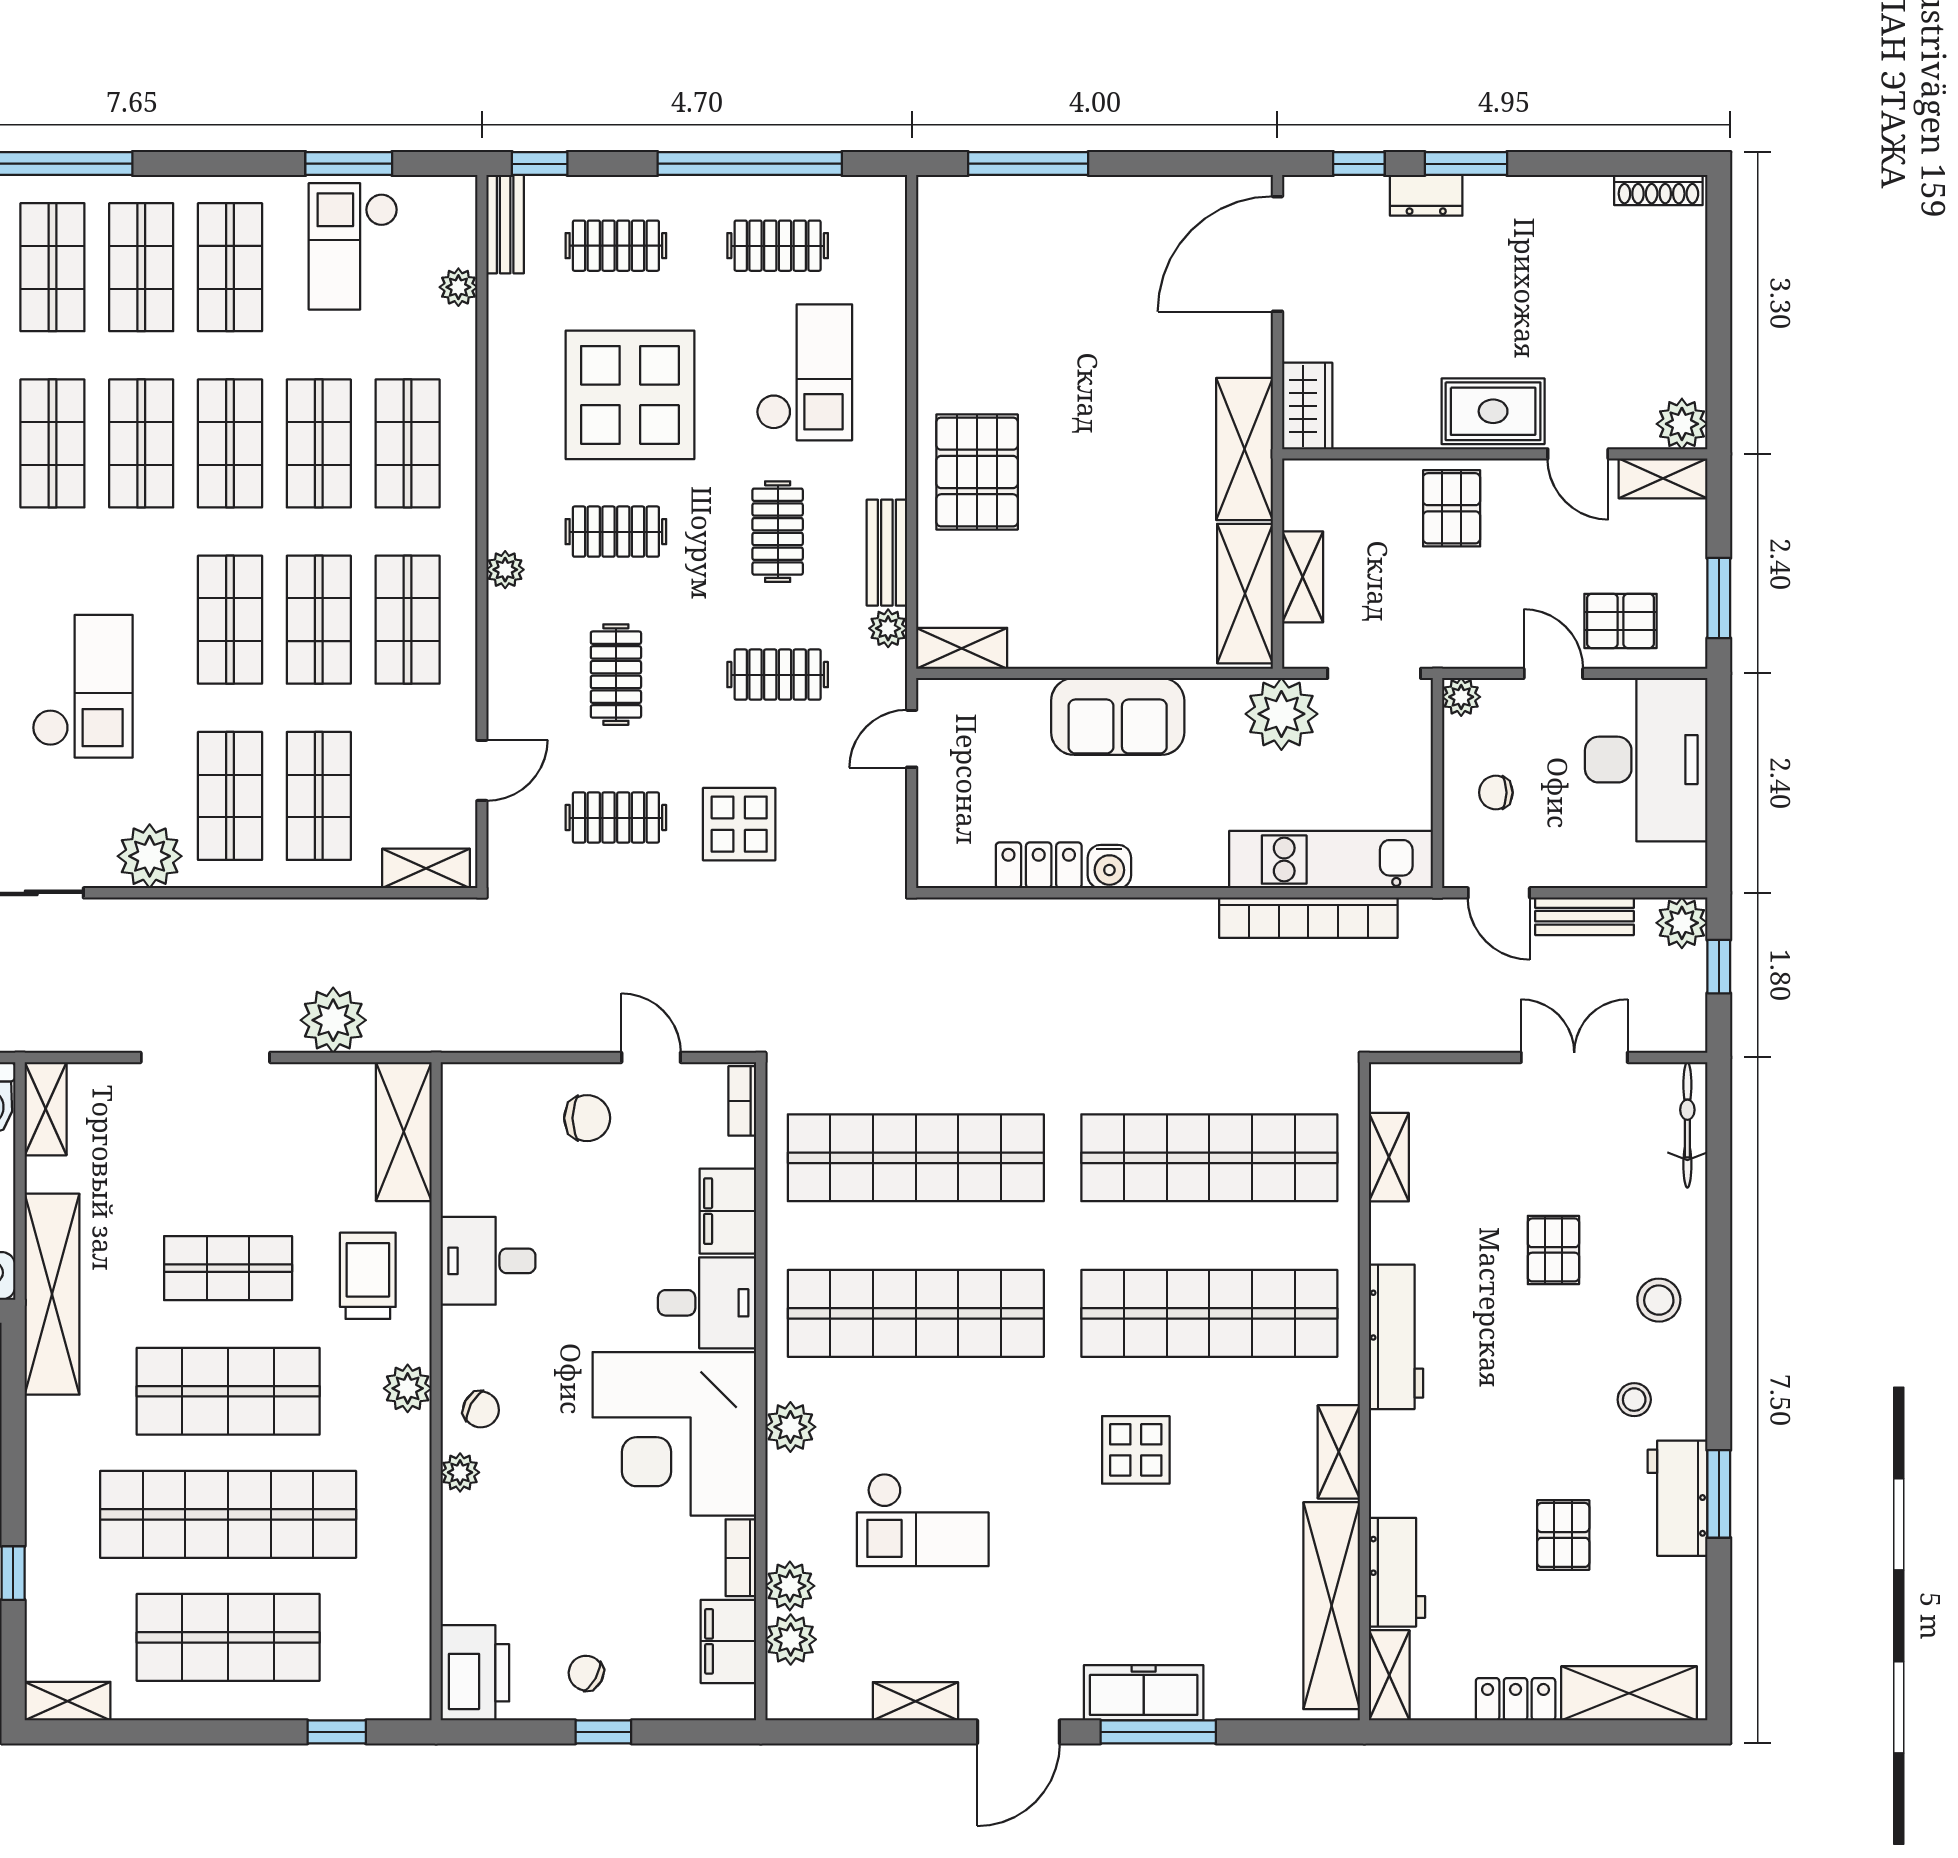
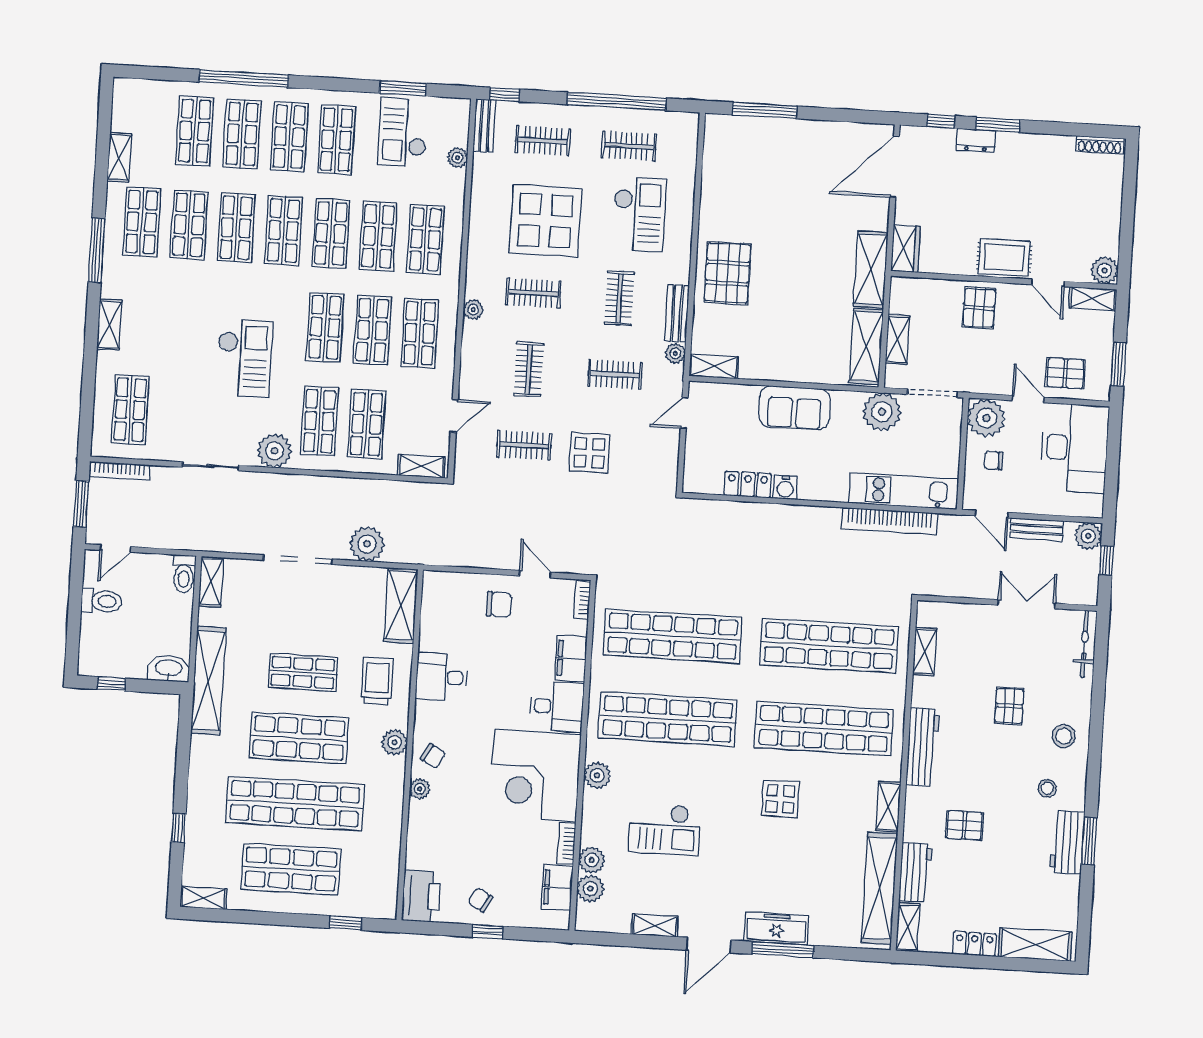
plant: (1461, 697) -> (986, 418), width x1.88, depth x1.88
pallet: (1563, 1535) -> (964, 825), moved, turned 90

